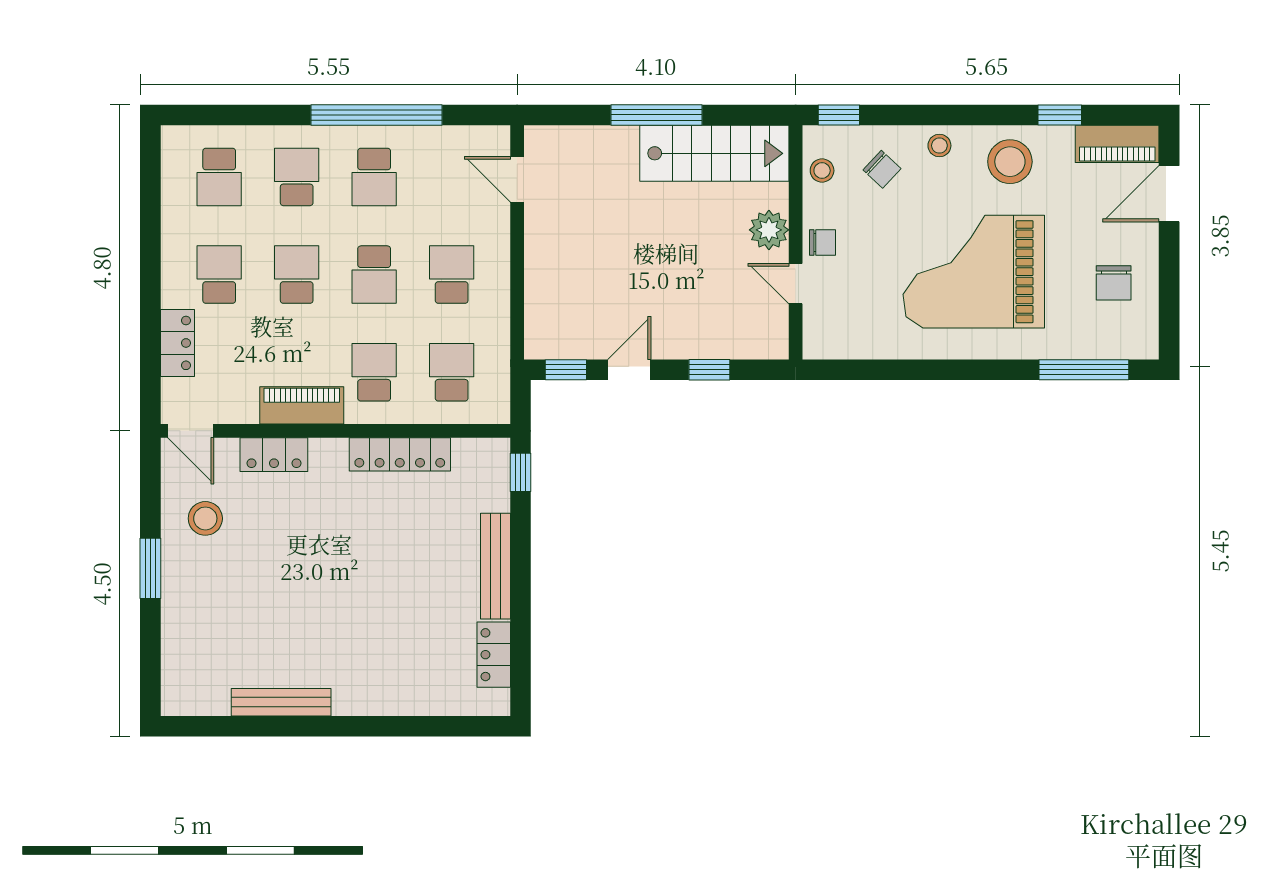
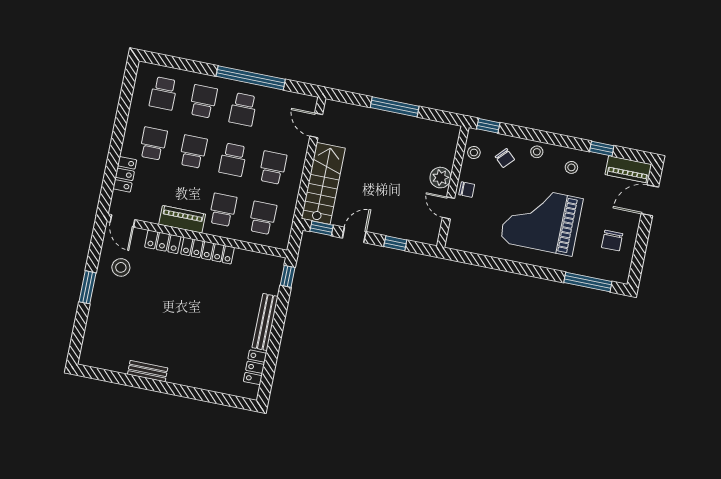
stairs: (714, 153) -> (323, 183), moved, turned -90
stool: (1010, 162) -> (571, 167), width x0.53, depth x0.53
locker: (400, 454) -> (208, 251), moved
bench: (281, 702) -> (148, 371), width x0.73

